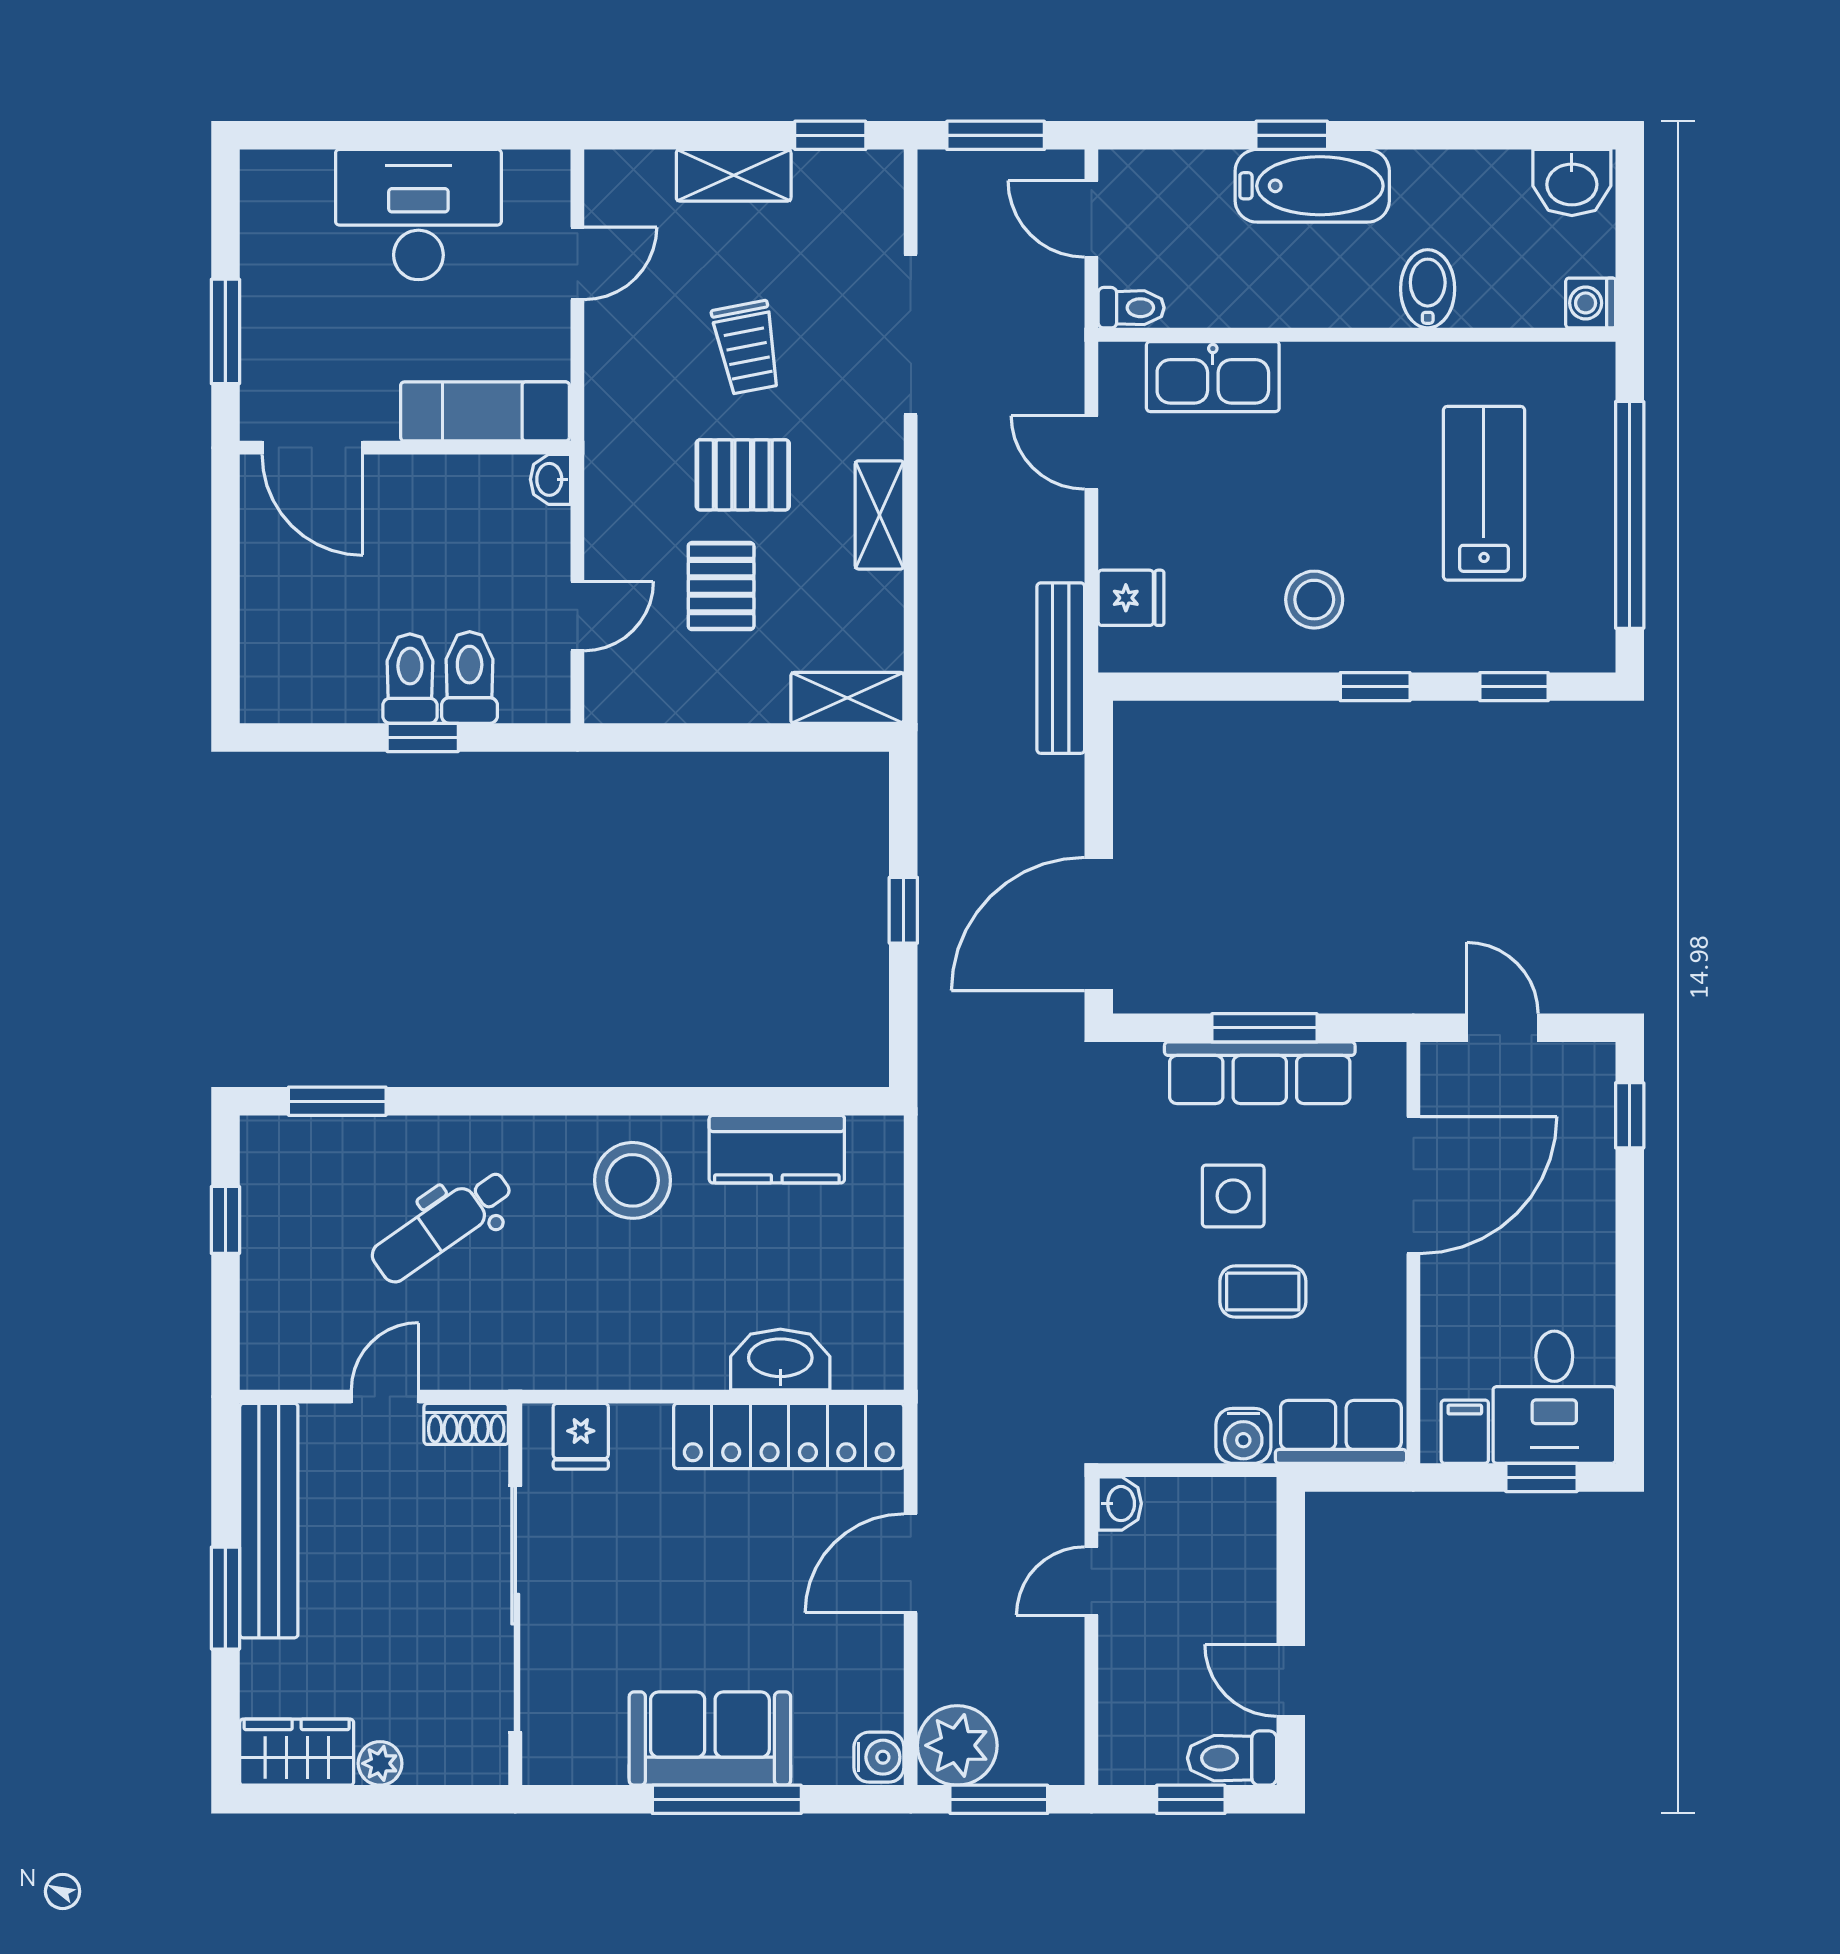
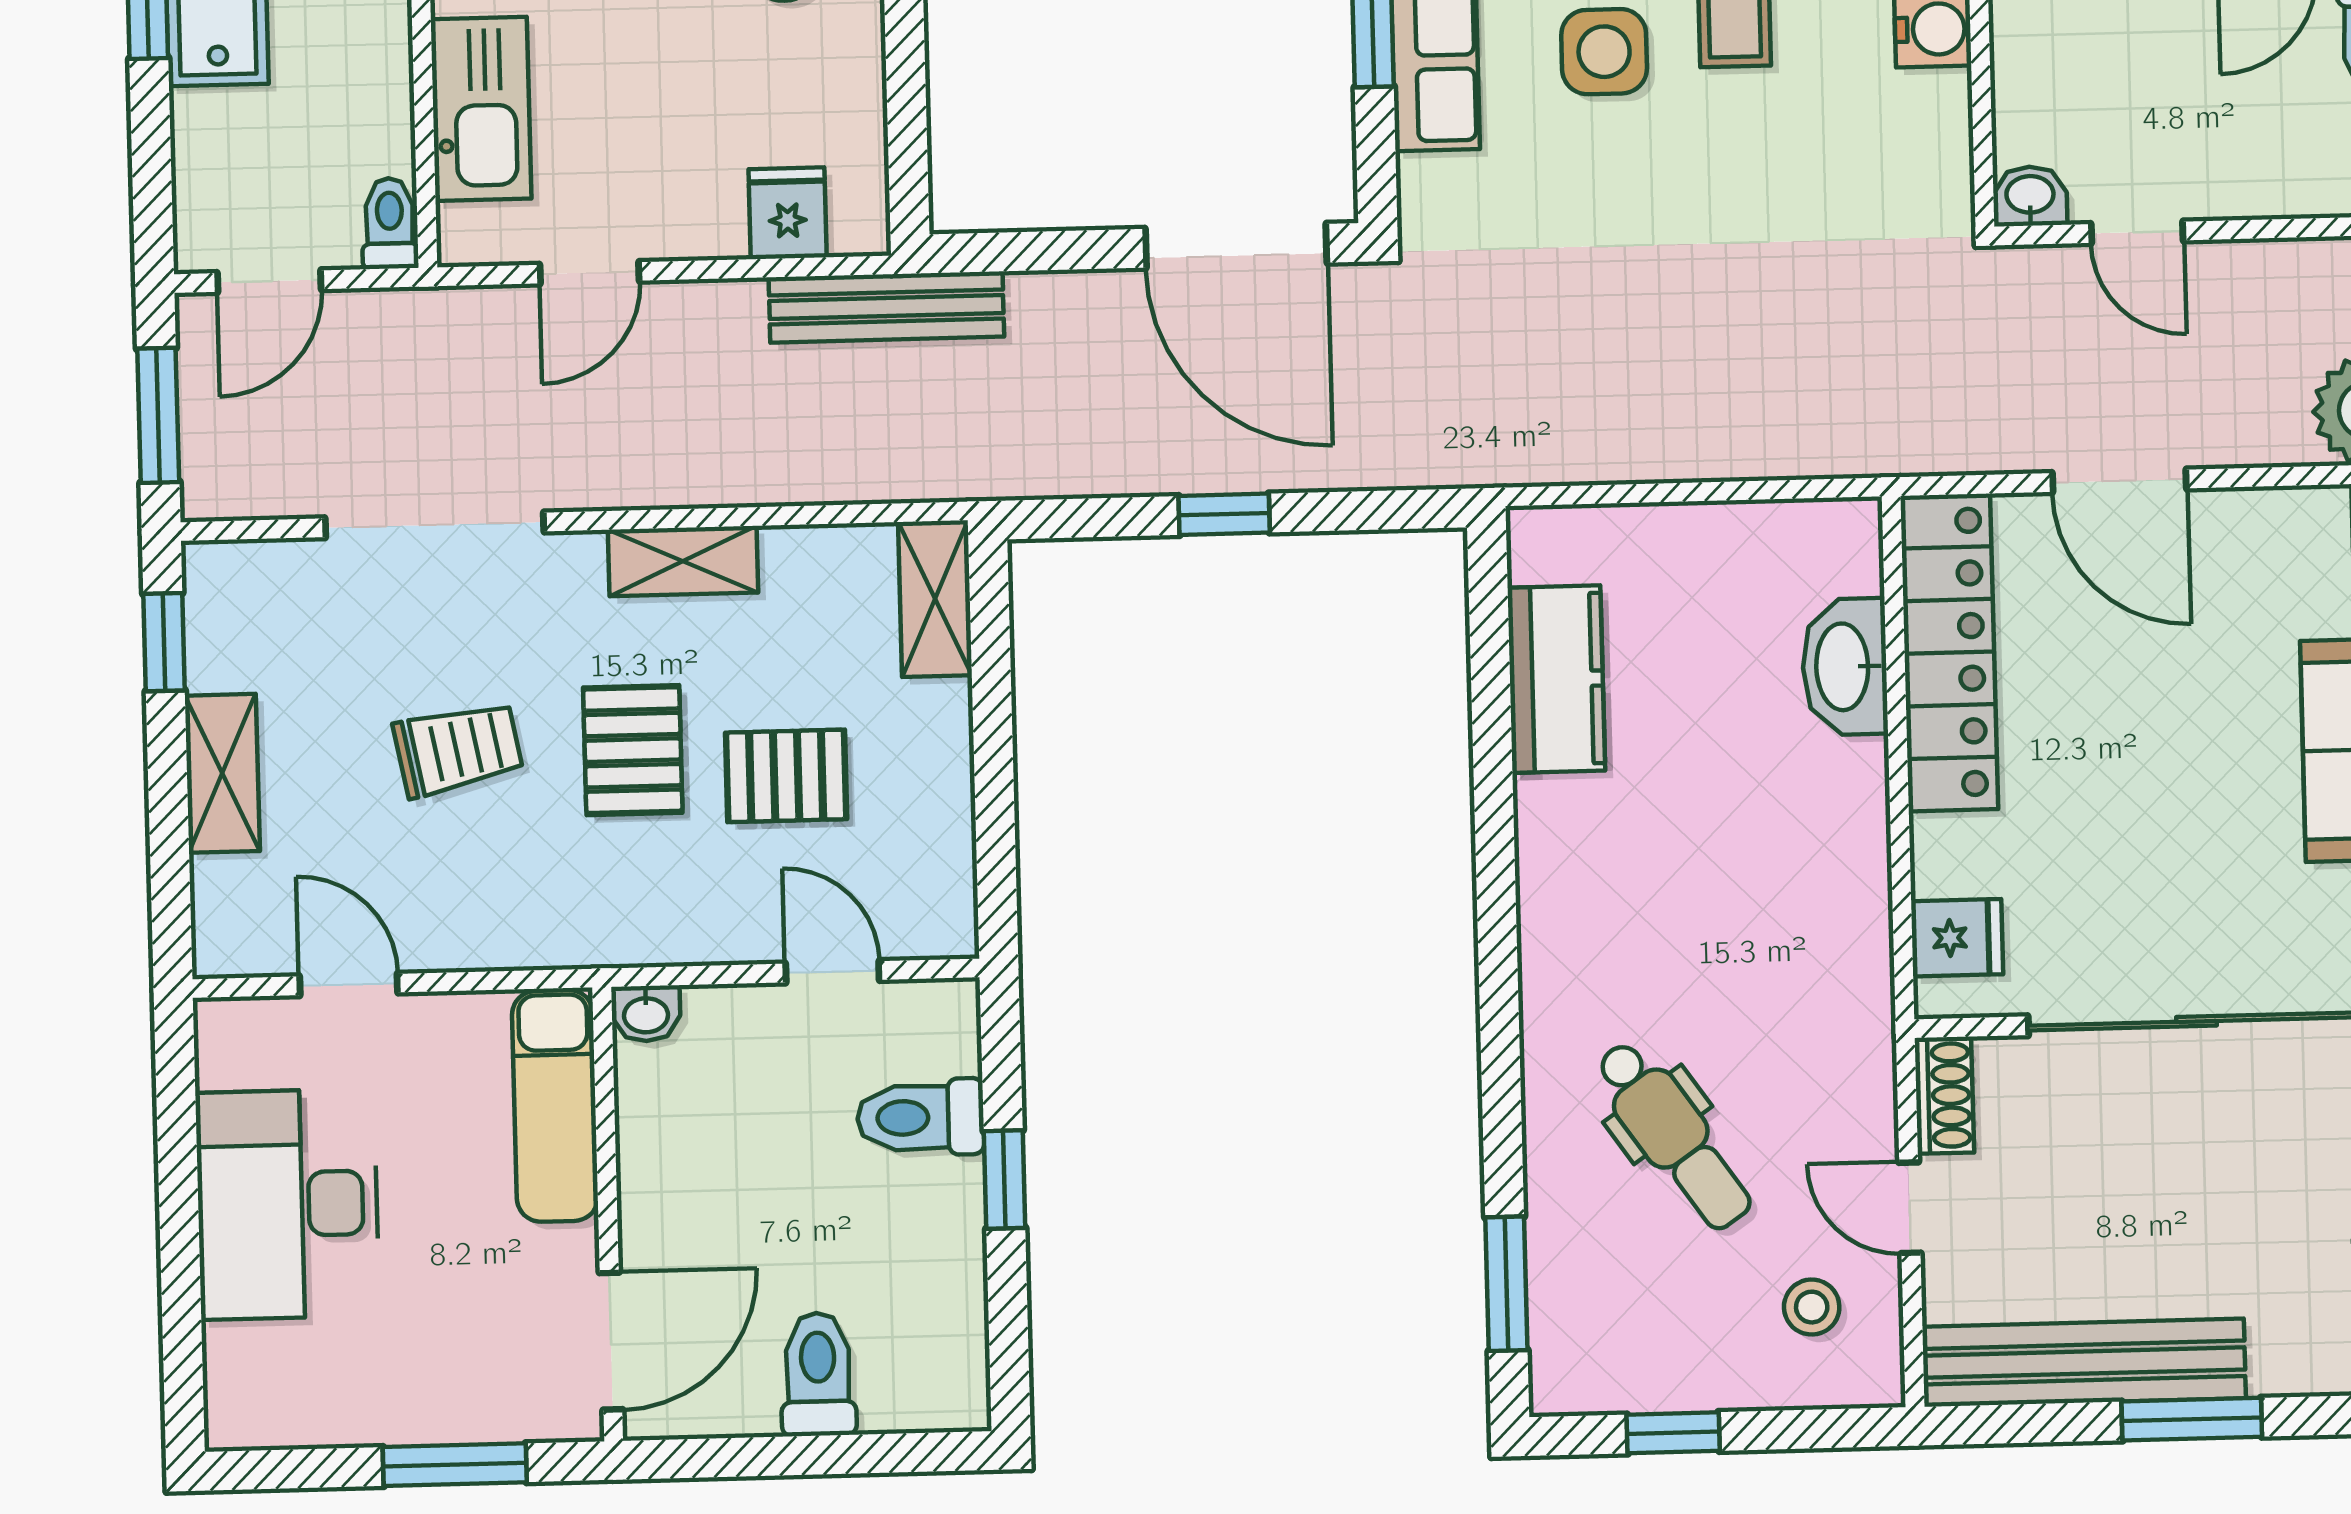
toilet: (410, 679) -> (818, 1374), moved, turned 90
stool: (633, 1180) -> (1812, 1307), moved, width x0.53, depth x0.53

